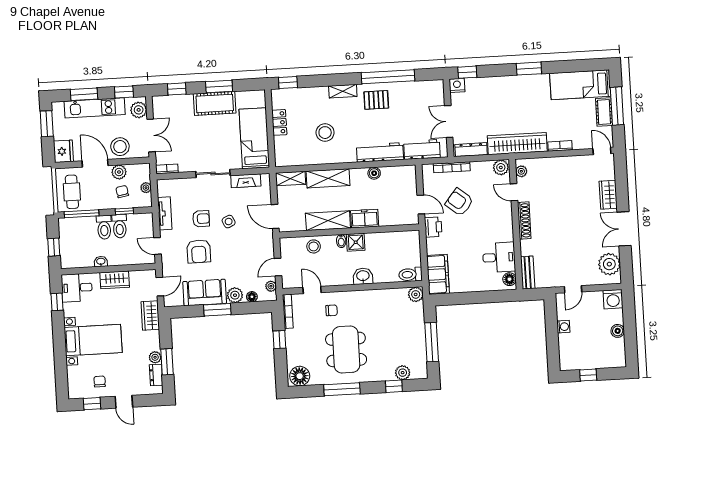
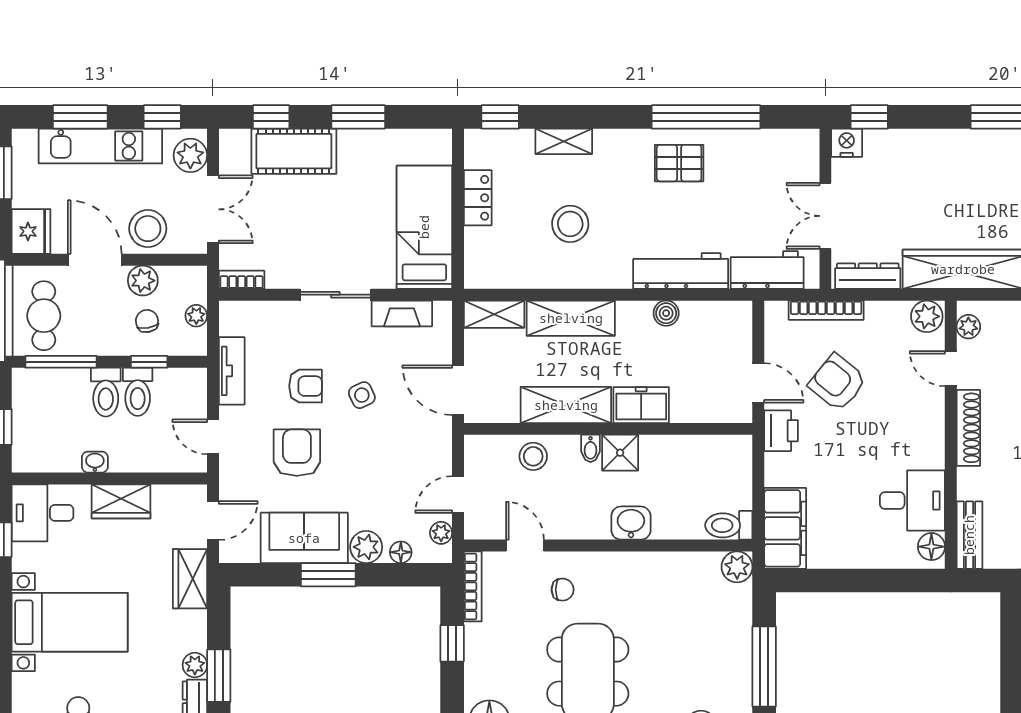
shelving: (343, 91) -> (564, 141), moved
cot: (215, 103) -> (294, 151), moved
armchair: (199, 251) -> (297, 453), turned 180

